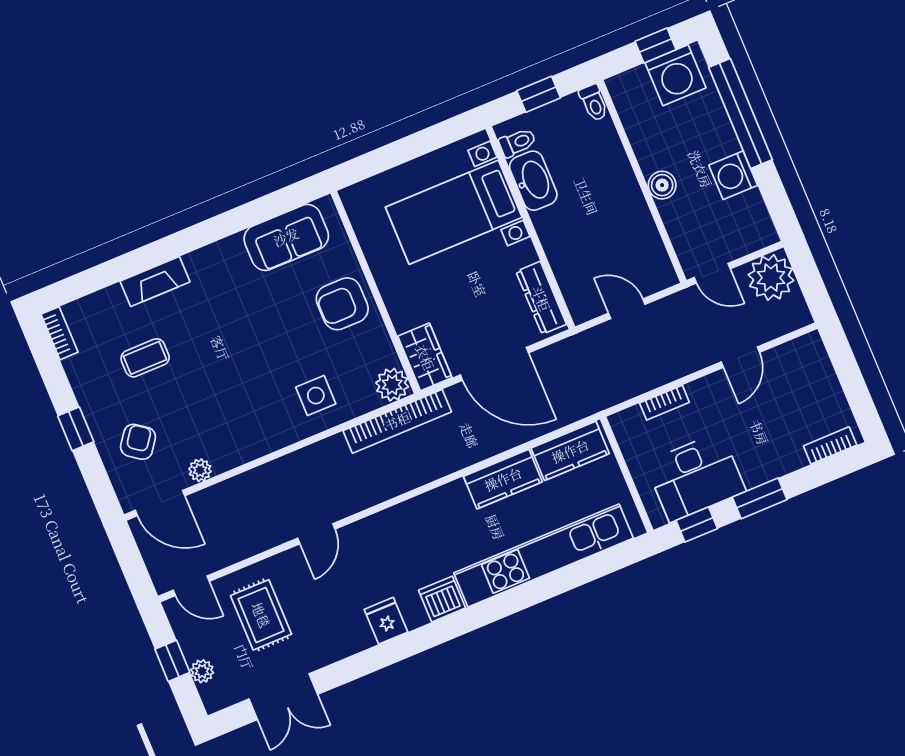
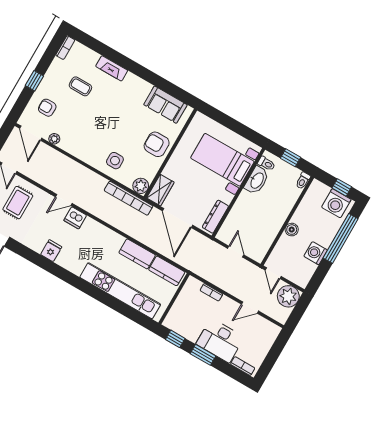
armchair: (138, 442) -> (47, 108), turned -126
desk: (696, 477) -> (220, 341), moved
dishwasher: (442, 599) -> (75, 218), moved, turned 180

